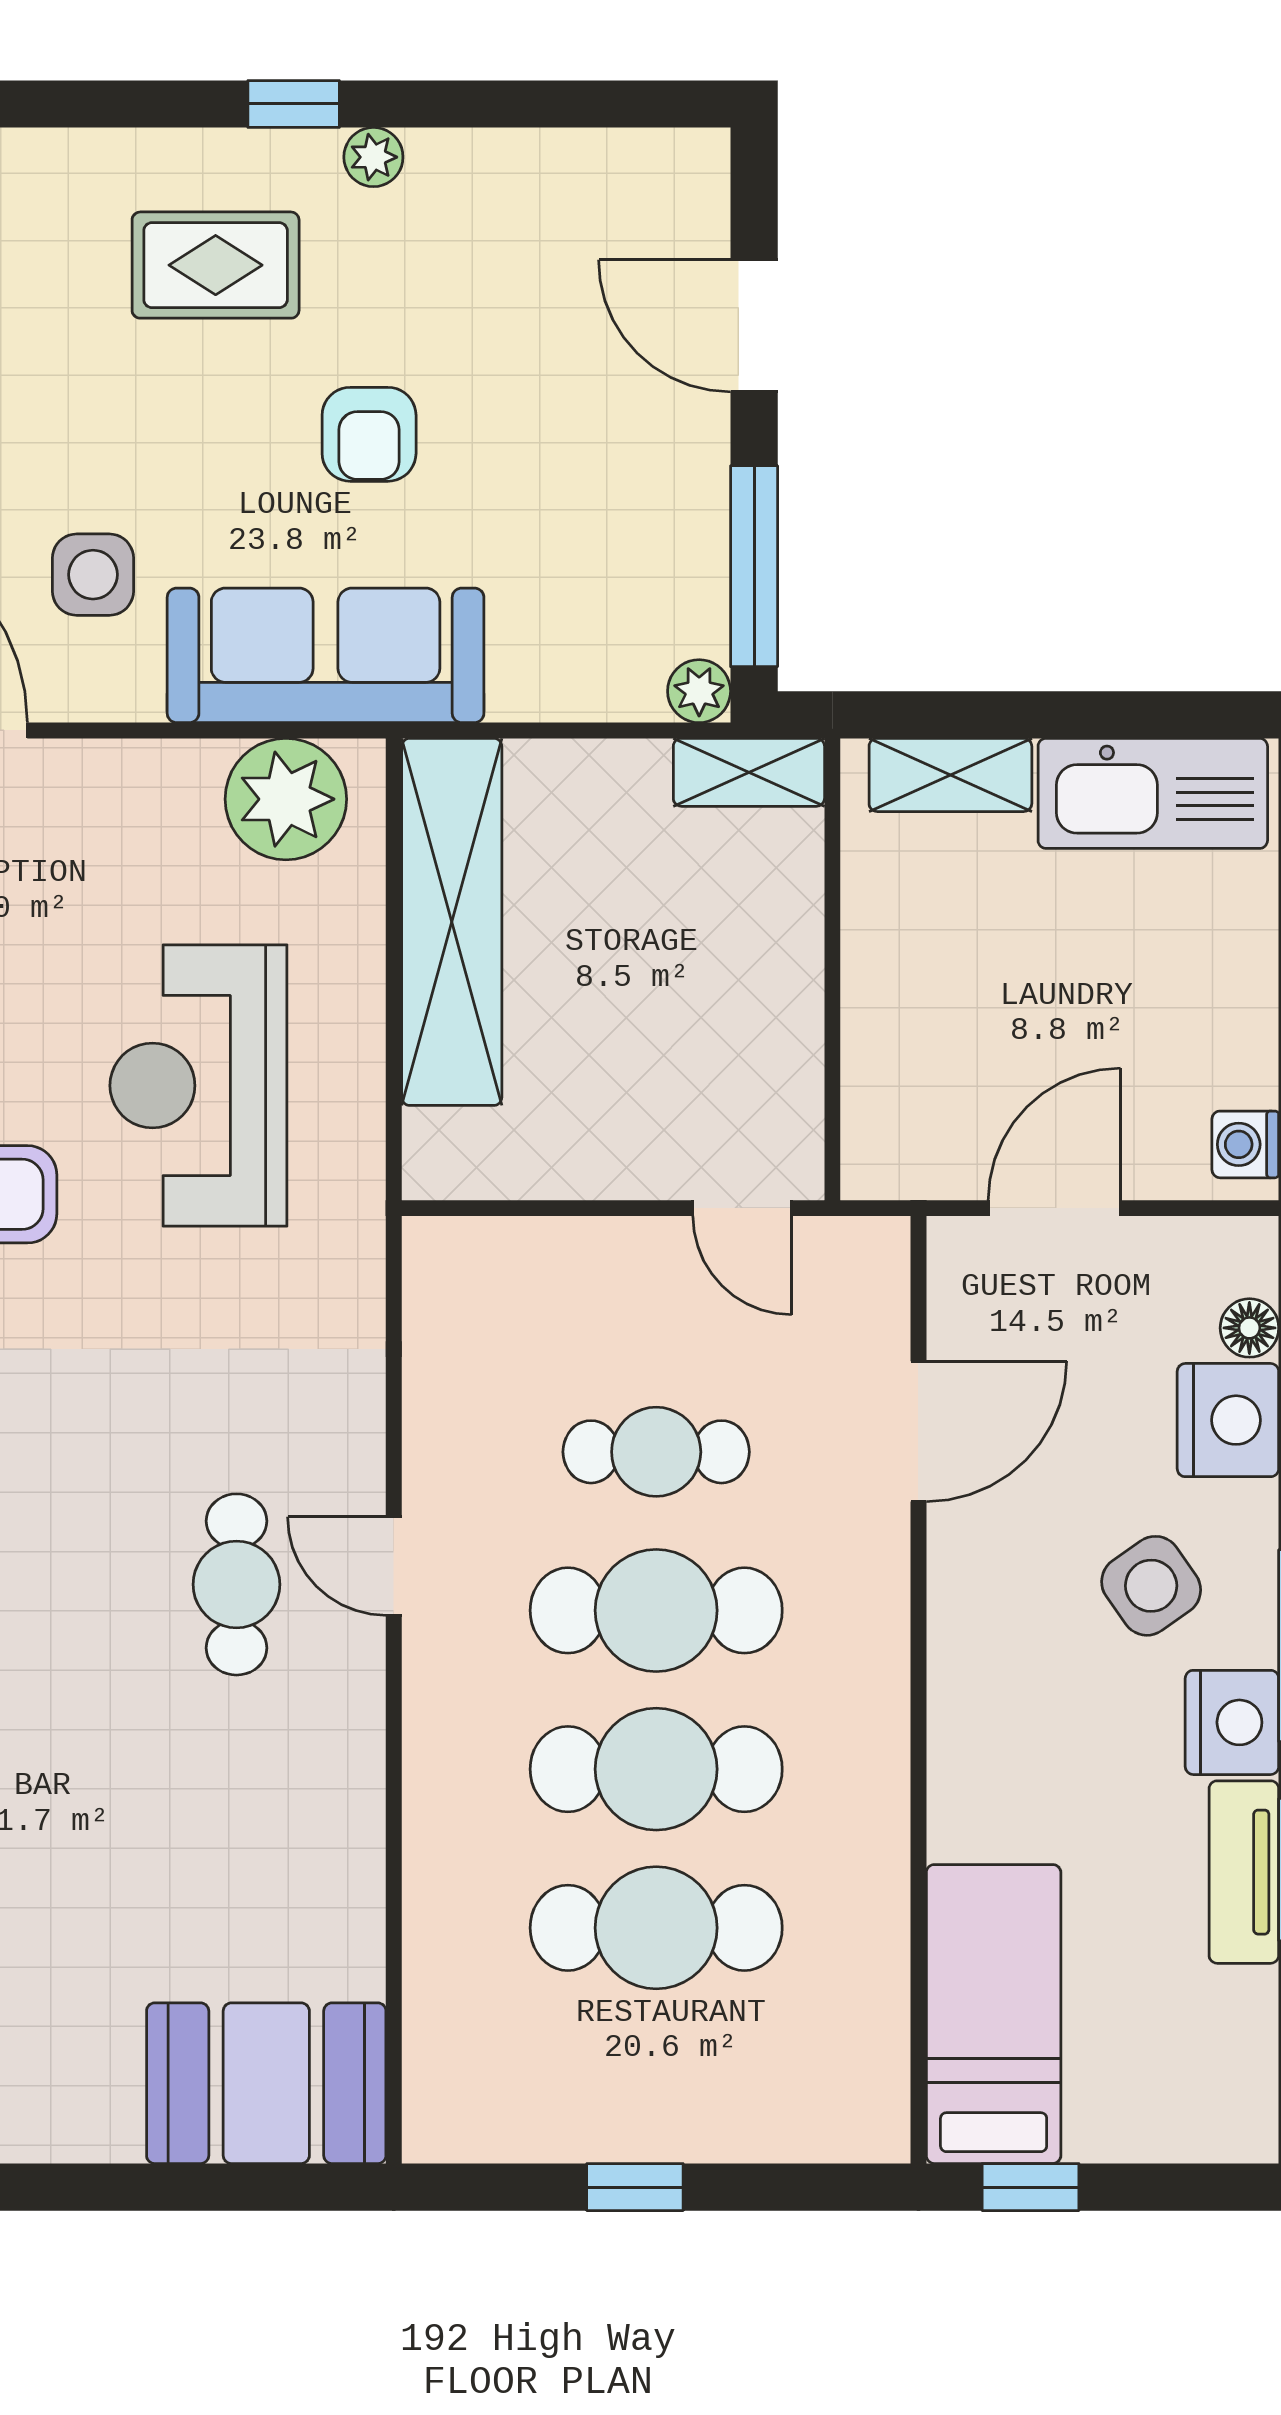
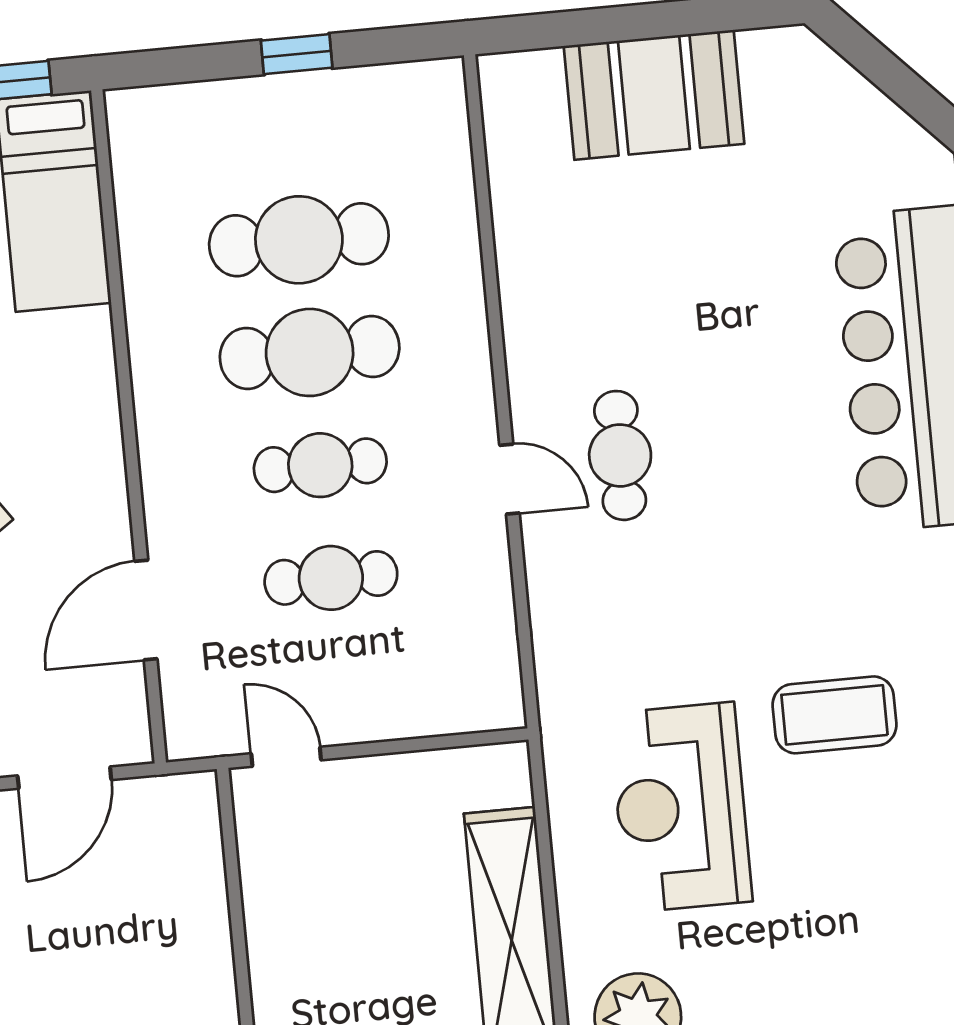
reception desk: (198, 1086) -> (681, 807), turned 180
cafe table: (656, 1610) -> (320, 465), width x0.73, depth x0.74
booth: (266, 2083) -> (654, 95), moved

